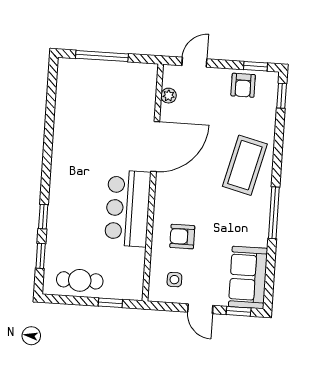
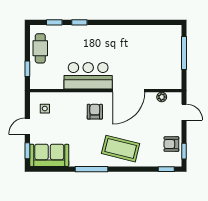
door: (155, 147) -> (129, 91), hinge flipped
armchair: (182, 237) -> (95, 112), moved

